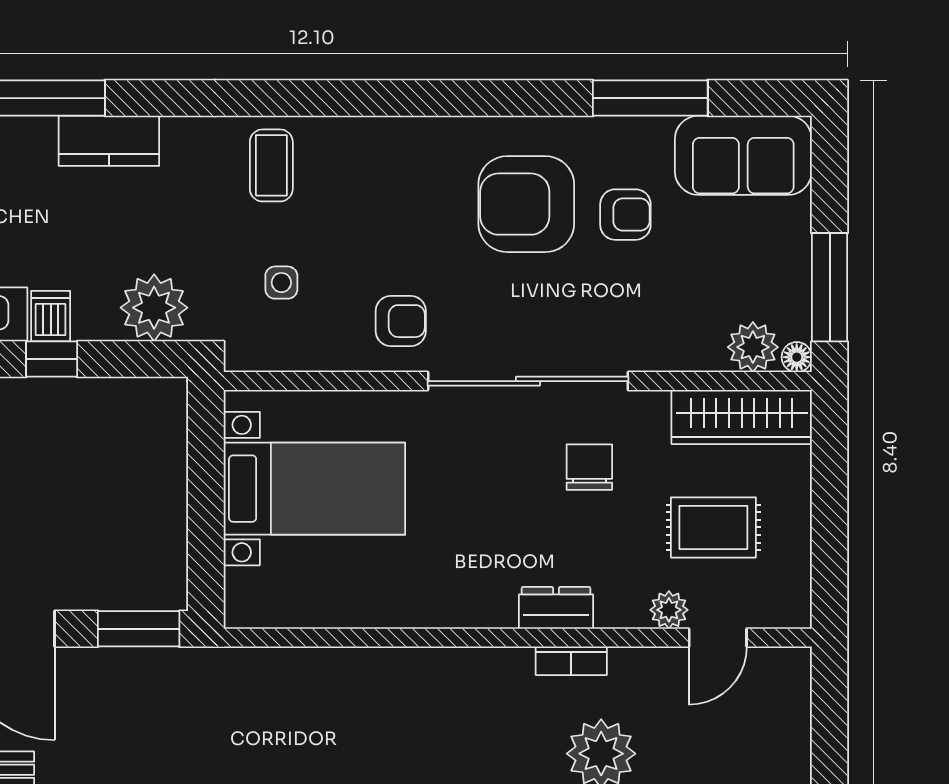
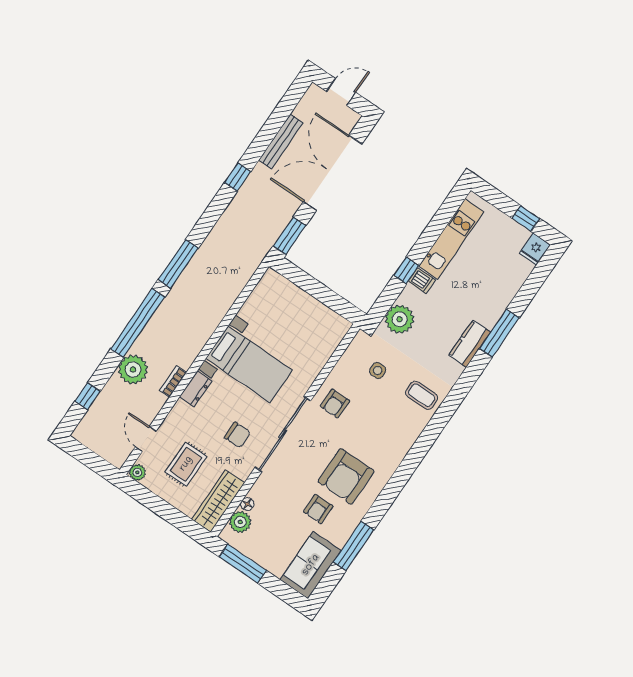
armchair: (526, 204) -> (346, 476), turned 180
floor lamp: (797, 357) -> (247, 504), moved
bed with nightstands: (314, 489) -> (249, 364), moved, turned -90
plant: (669, 610) -> (137, 472), moved

